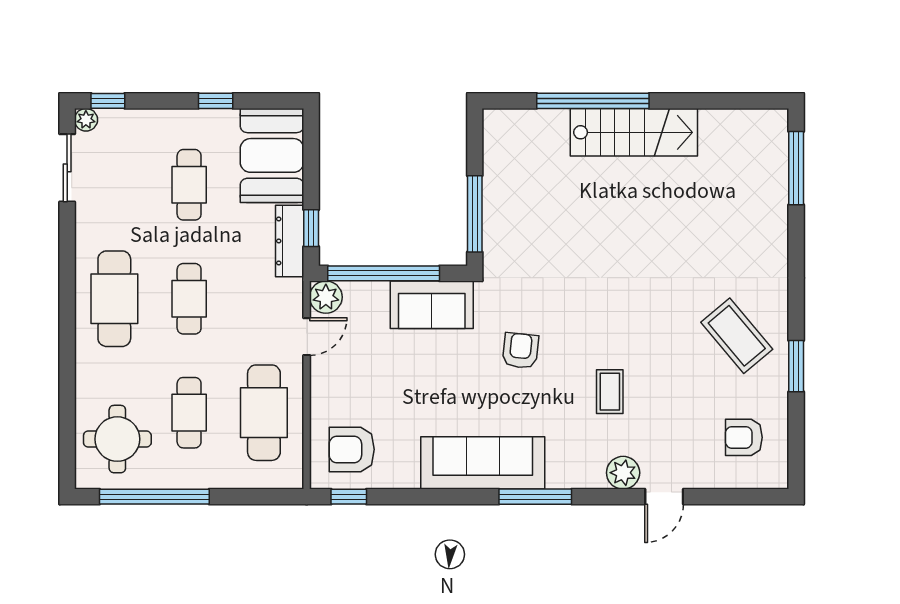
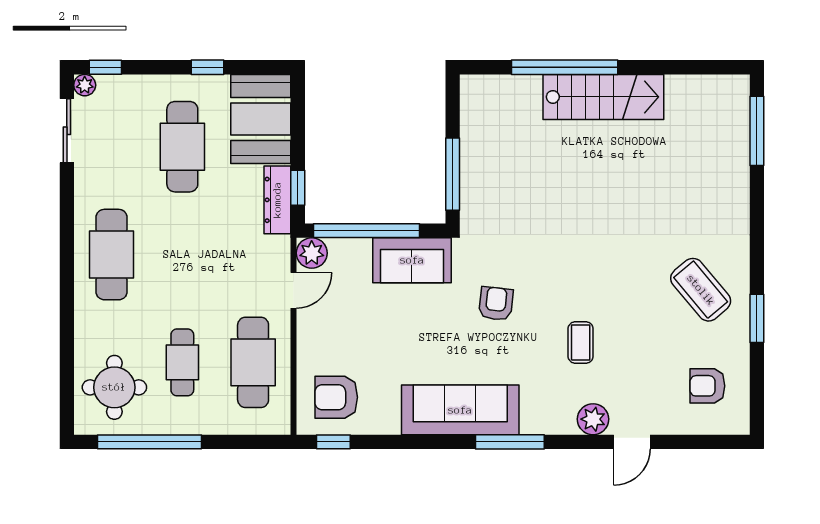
cafe table: (189, 185) -> (182, 147), width x1.37, depth x1.35
cafe table: (189, 299) -> (182, 255), removed

